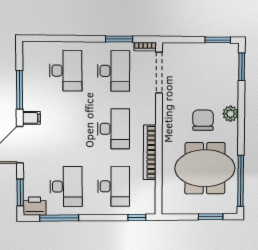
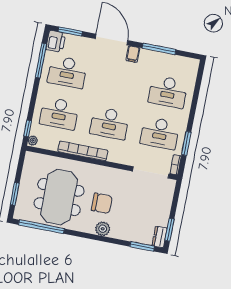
dresser: (228, 49) -> (160, 237), added
plant: (149, 209) -> (33, 140), added

